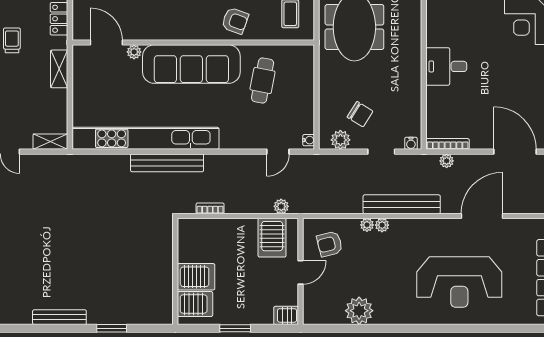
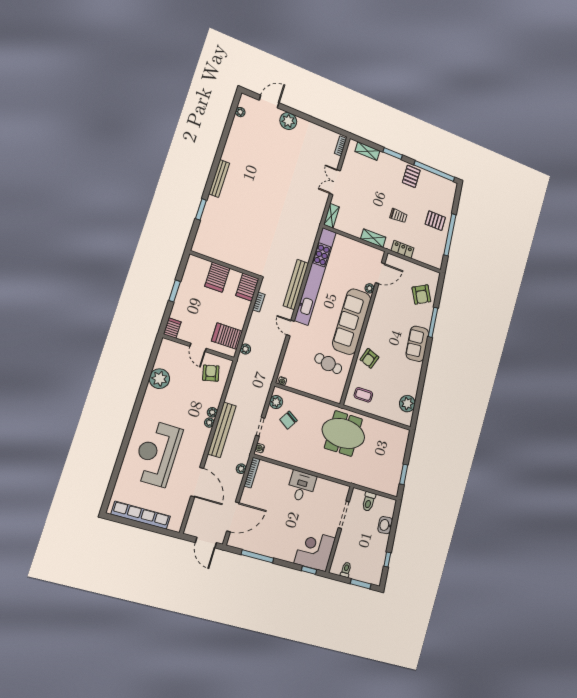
door: (278, 152) -> (290, 328), moved
plant: (367, 225) -> (209, 423), moved
server rack: (195, 304) -> (247, 287), moved

